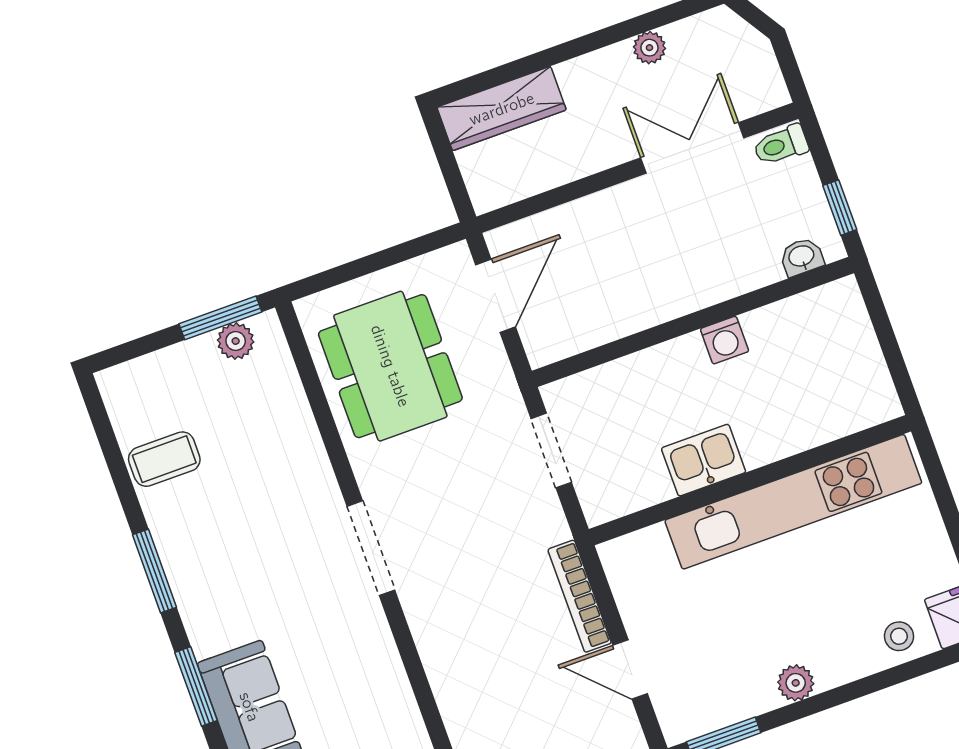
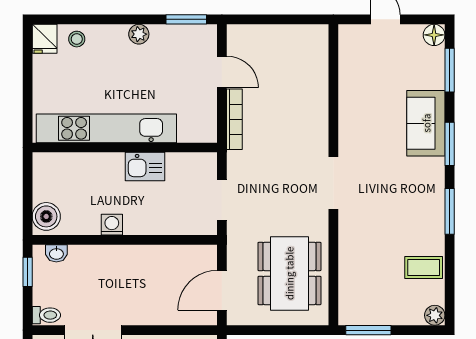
boiler: (842, 314) -> (46, 216), added
plant: (236, 341) -> (435, 315), moved

